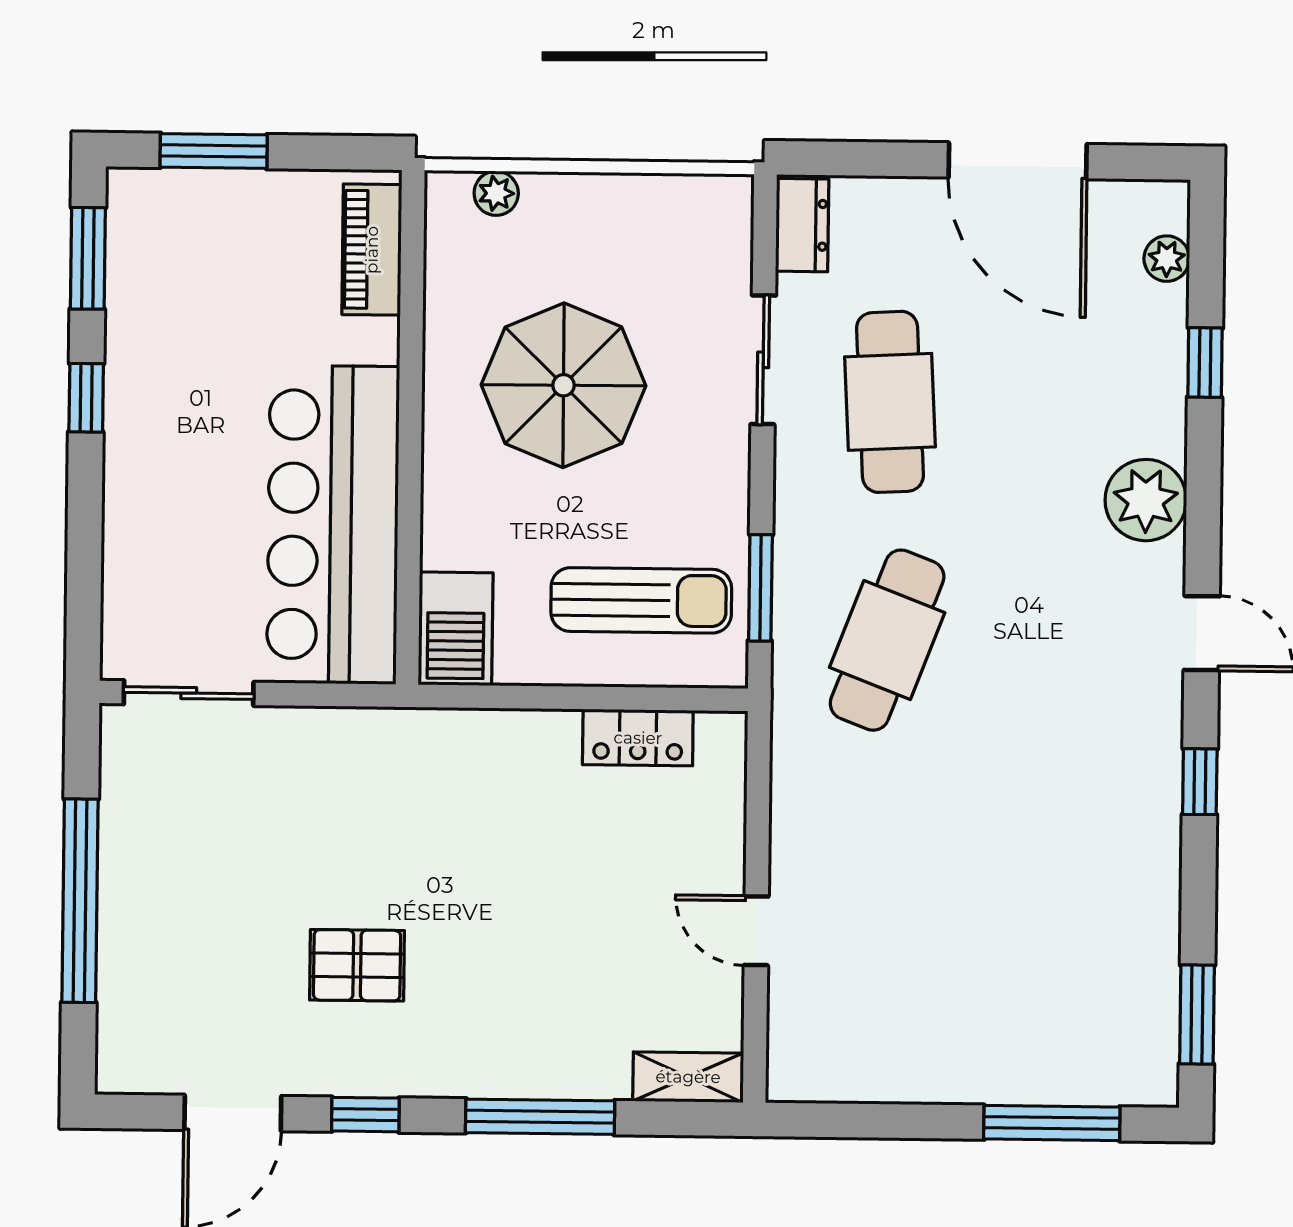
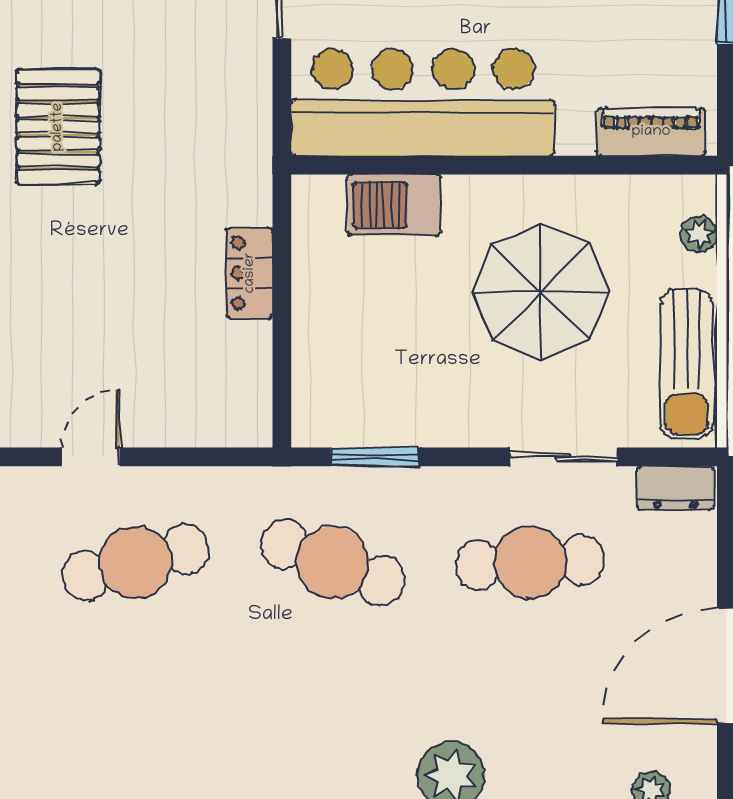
sun lounger: (641, 600) -> (687, 364), moved
barbecue: (456, 629) -> (394, 205), moved
locker: (638, 738) -> (250, 273), moved
cafe table: (884, 878) -> (135, 562), added
pallet: (357, 965) -> (58, 127), width x1.50, depth x1.42

